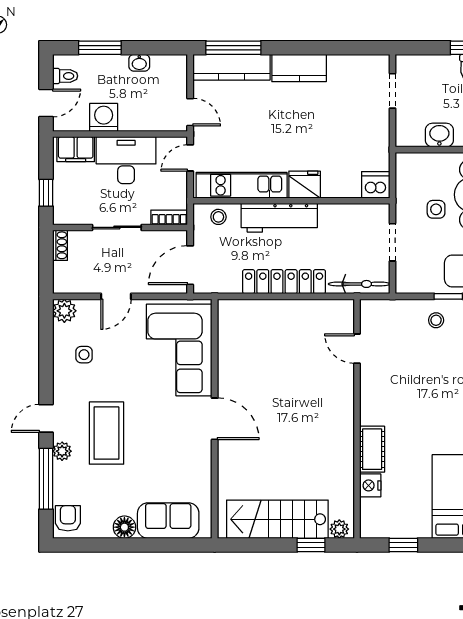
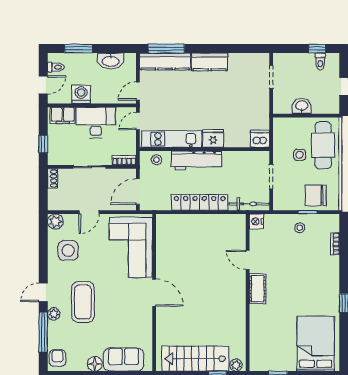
washbasin: (139, 63) -> (111, 61), width x1.91, depth x1.45
door: (190, 112) -> (138, 91), swing flipped
door: (357, 349) -> (248, 260), moved
side table: (84, 355) -> (68, 250), width x1.87, depth x1.87
cot: (372, 449) -> (258, 289), moved
nightstand: (370, 485) -> (256, 221), moved

